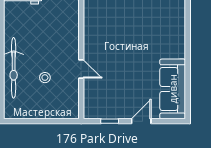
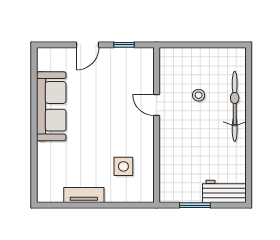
side table: (110, 16) -> (123, 166), added
sofa: (173, 89) -> (51, 106), moved

